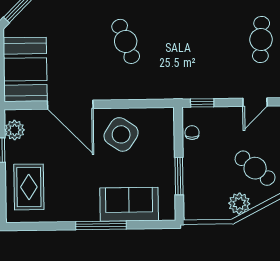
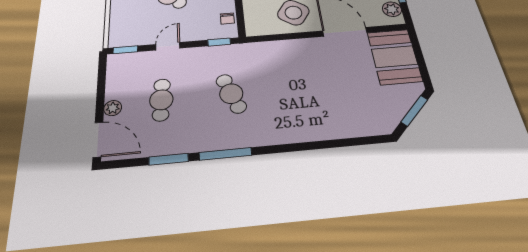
cafe table: (126, 41) -> (231, 94), moved

